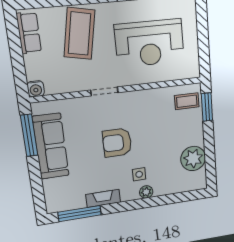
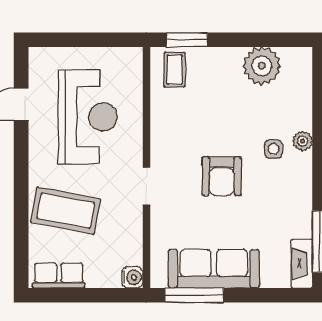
fireplace: (103, 198) -> (302, 264), moved

